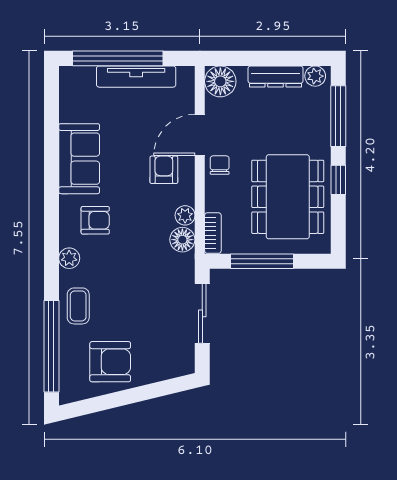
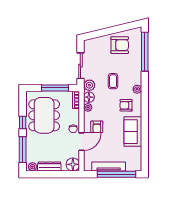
plant: (181, 268) -> (89, 85), added
coffee table: (78, 306) -> (113, 81), moved
armchair: (110, 362) -> (120, 45), turned 180

